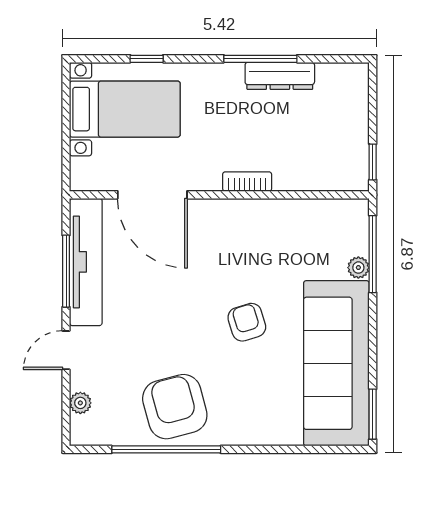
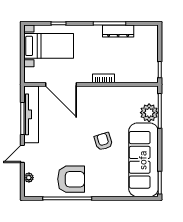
plant: (358, 268) -> (149, 113), width x1.87, depth x1.87
armchair: (175, 407) -> (71, 179), turned 105

